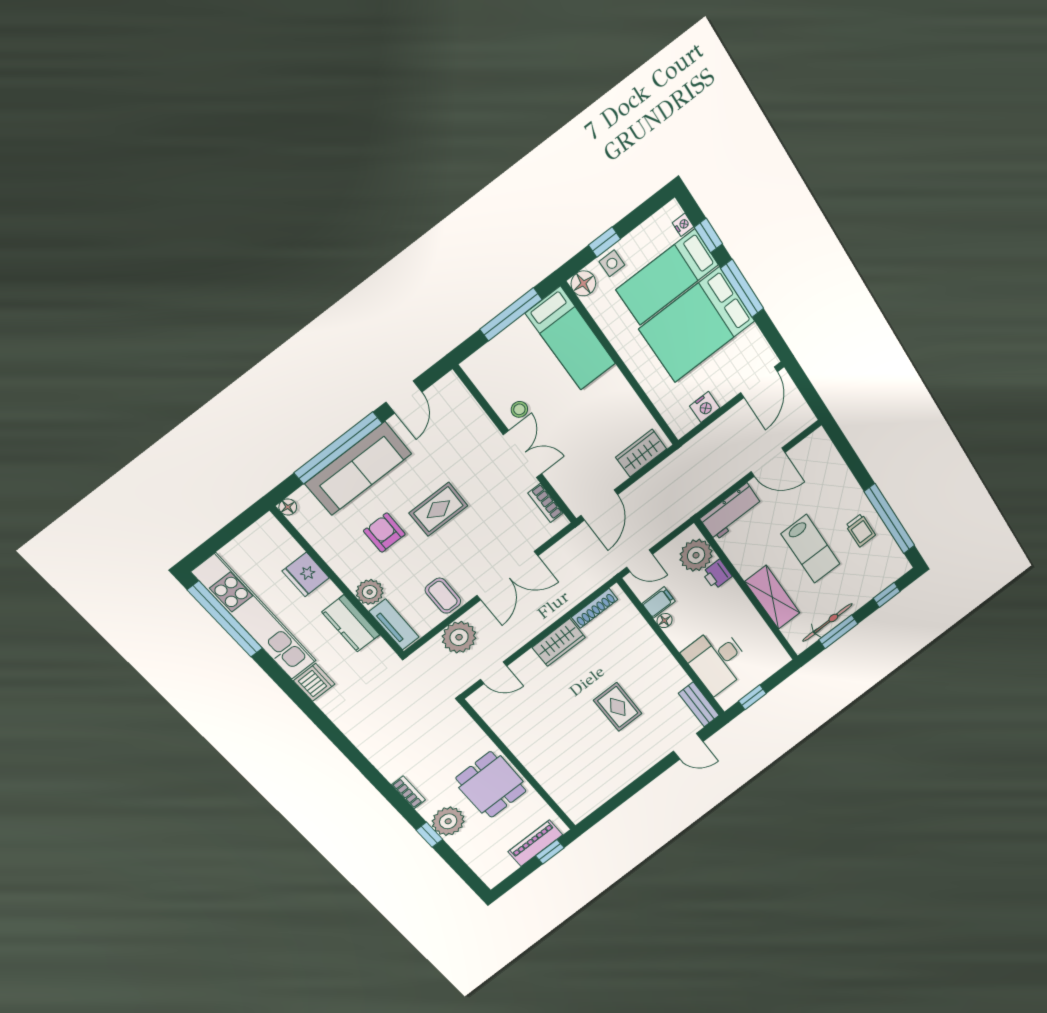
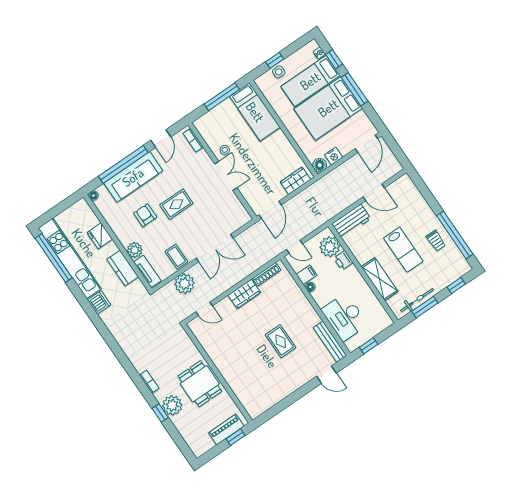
floor lamp: (583, 283) -> (320, 165), moved
bookcase: (545, 503) -> (193, 140), moved
bench: (699, 704) -> (330, 342), width x1.36

